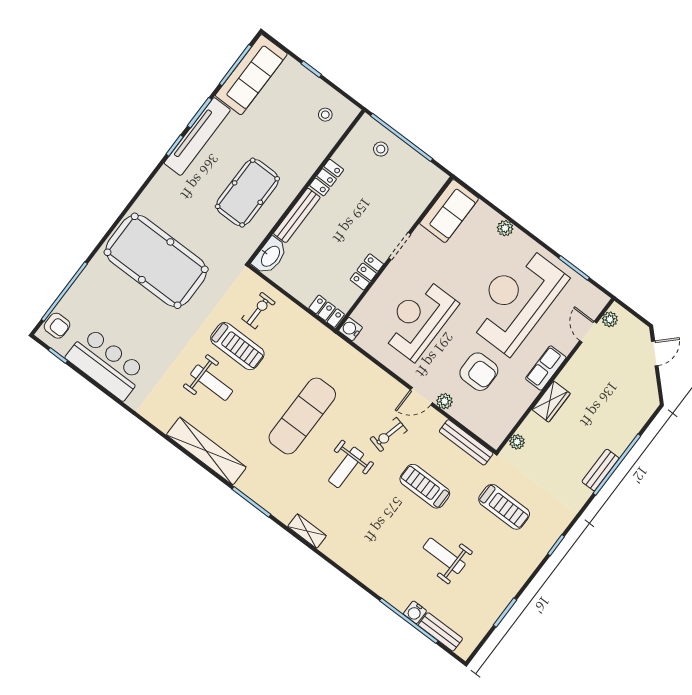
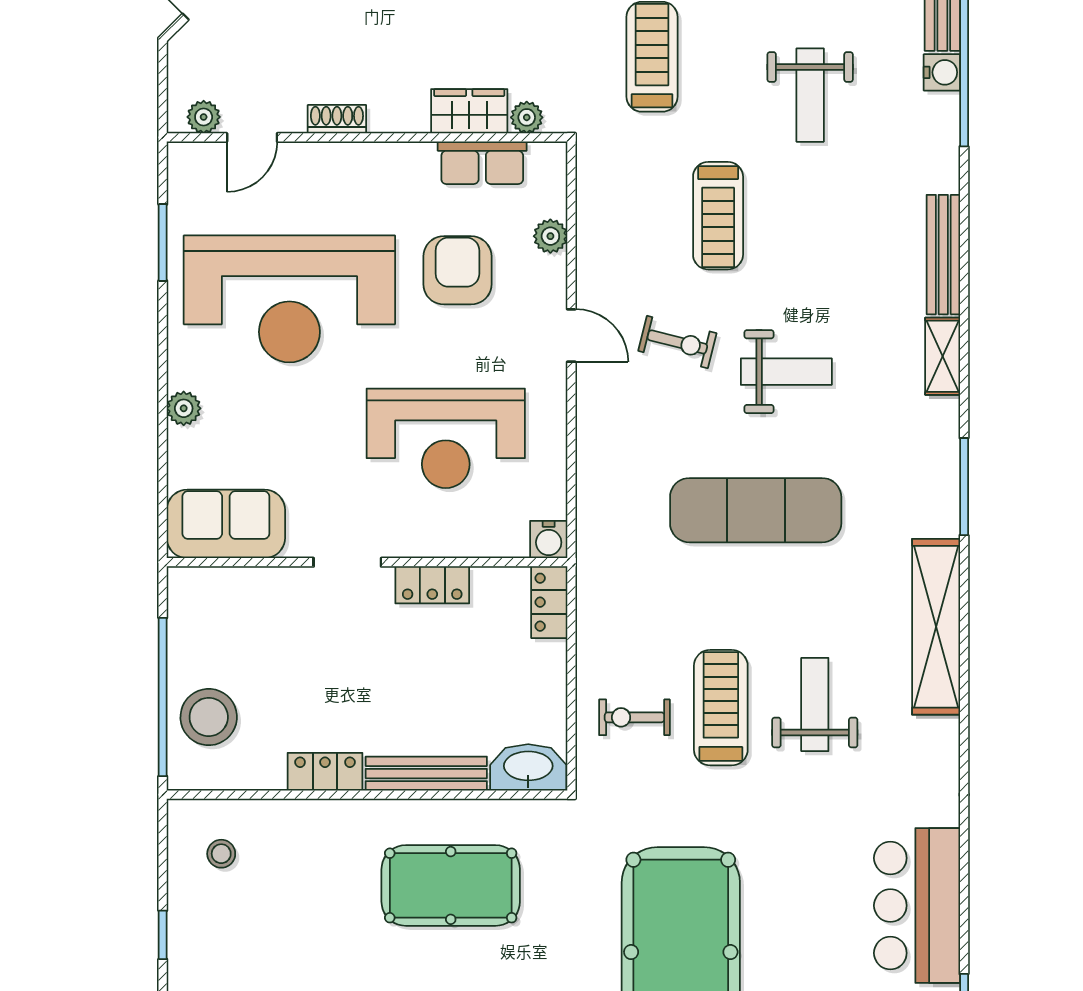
stool: (381, 149) -> (209, 717), width x1.89, depth x1.89
row of seats: (546, 368) -> (482, 163), moved
shoe rack: (571, 369) -> (337, 119), added
plant: (445, 401) -> (550, 236), moved
wardrobe: (551, 402) -> (469, 111), moved
bench: (466, 442) -> (943, 255), moved

